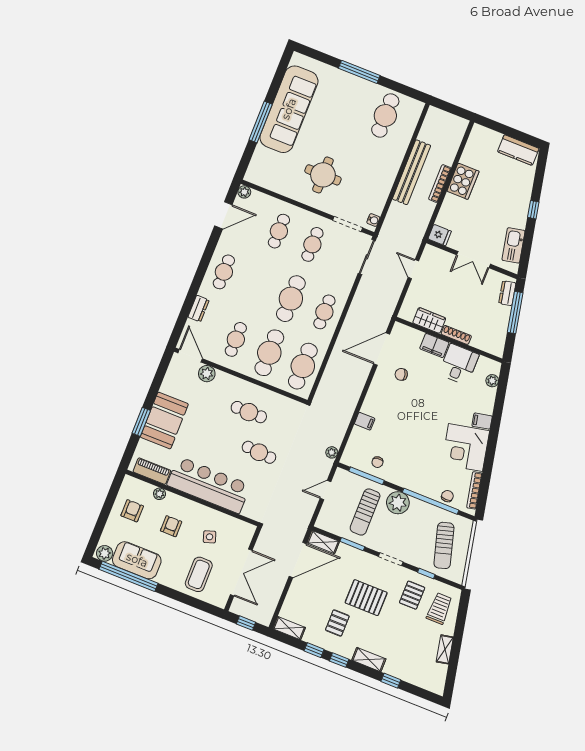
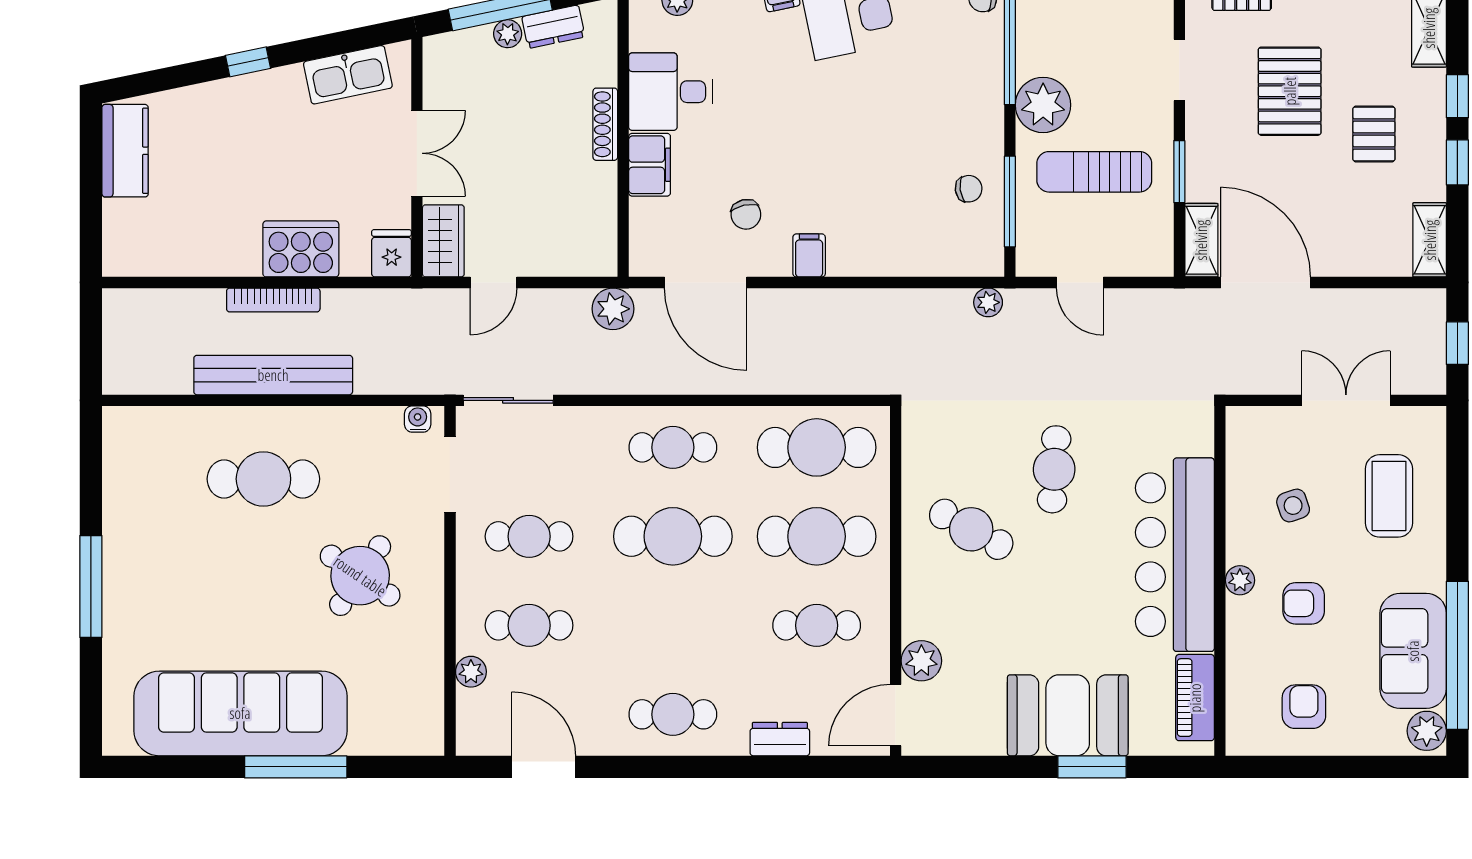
cafe table: (385, 115) -> (263, 479), moved
round table: (323, 175) -> (360, 576), turned 34
cooker: (463, 181) -> (301, 249), moved
plant: (244, 192) -> (471, 672), moved
dresser: (507, 293) -> (553, 27), moved
plant: (386, 310) -> (613, 309), added
plant: (505, 312) -> (508, 34), added
wardrobe: (429, 320) -> (443, 241), moved, turned 180
cafe table: (249, 412) -> (971, 529), turned -61
filing cabinet: (365, 421) -> (809, 255), moved
plant: (160, 494) -> (1240, 580), moved
armchair: (132, 511) -> (1304, 707), turned 90
sun lounger: (365, 512) -> (1094, 172), turned 180
double door: (241, 572) -> (1346, 400), width x0.73
coffee table: (199, 574) -> (1389, 496), turned 90
pallet: (337, 623) -> (1374, 134), turned 90

